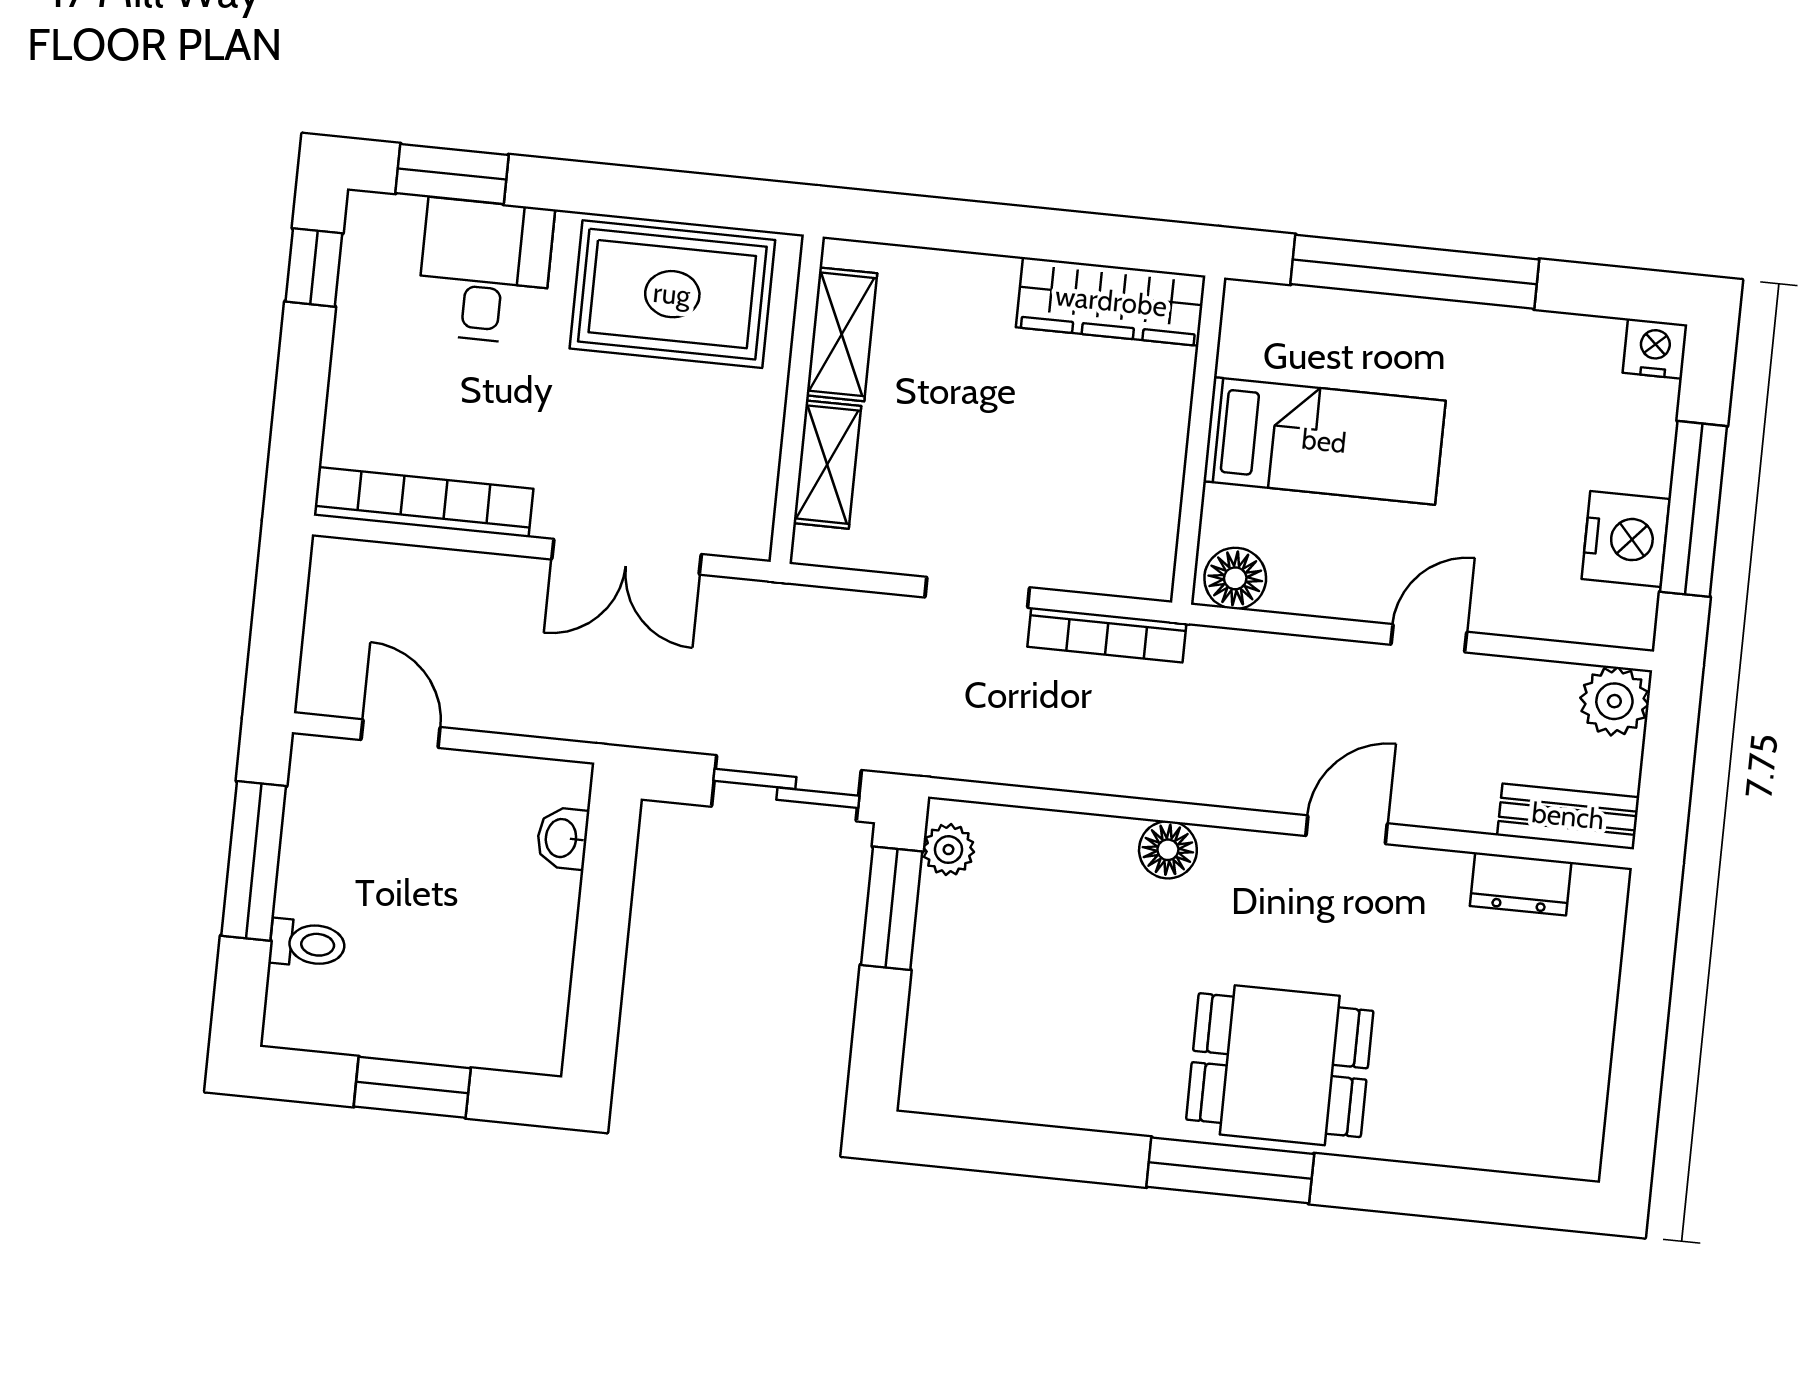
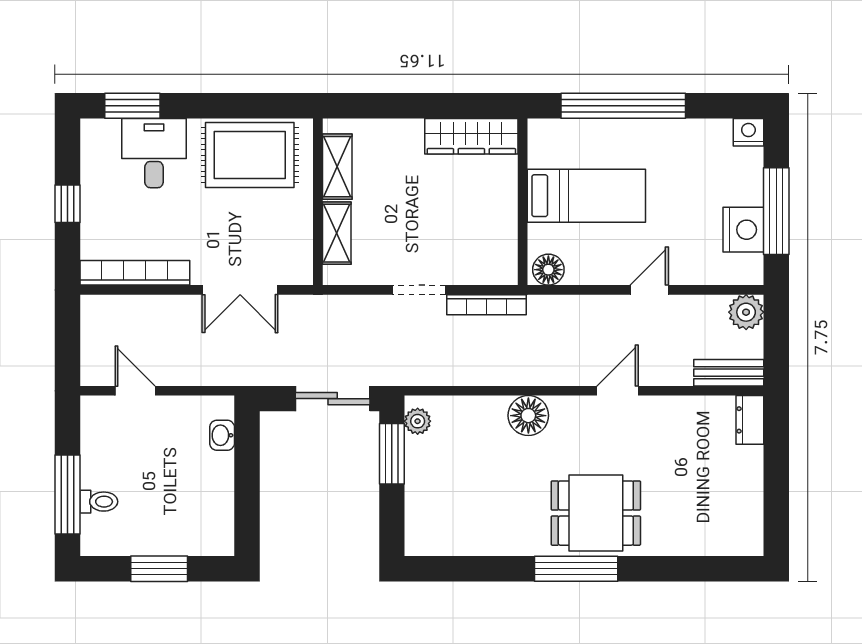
window: (314, 267) -> (67, 204), moved
floor lamp: (1168, 850) -> (528, 416), width x1.38, depth x1.38
window: (254, 861) -> (67, 494), moved
dresser: (1521, 884) -> (750, 420), moved, turned 90

